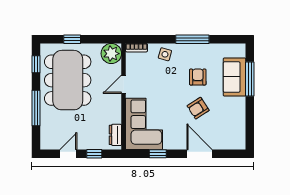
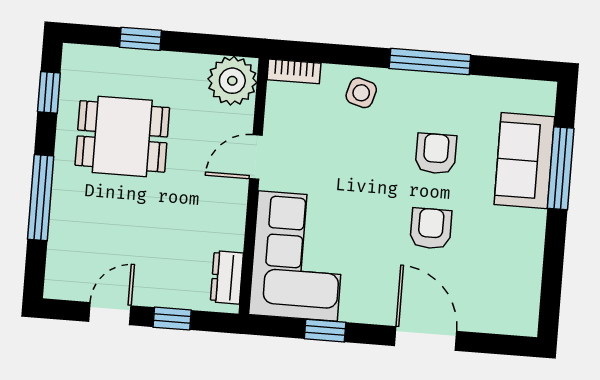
dining table: (68, 80) -> (122, 136), width x0.53, depth x0.80
armchair: (198, 108) -> (431, 229), turned 123

